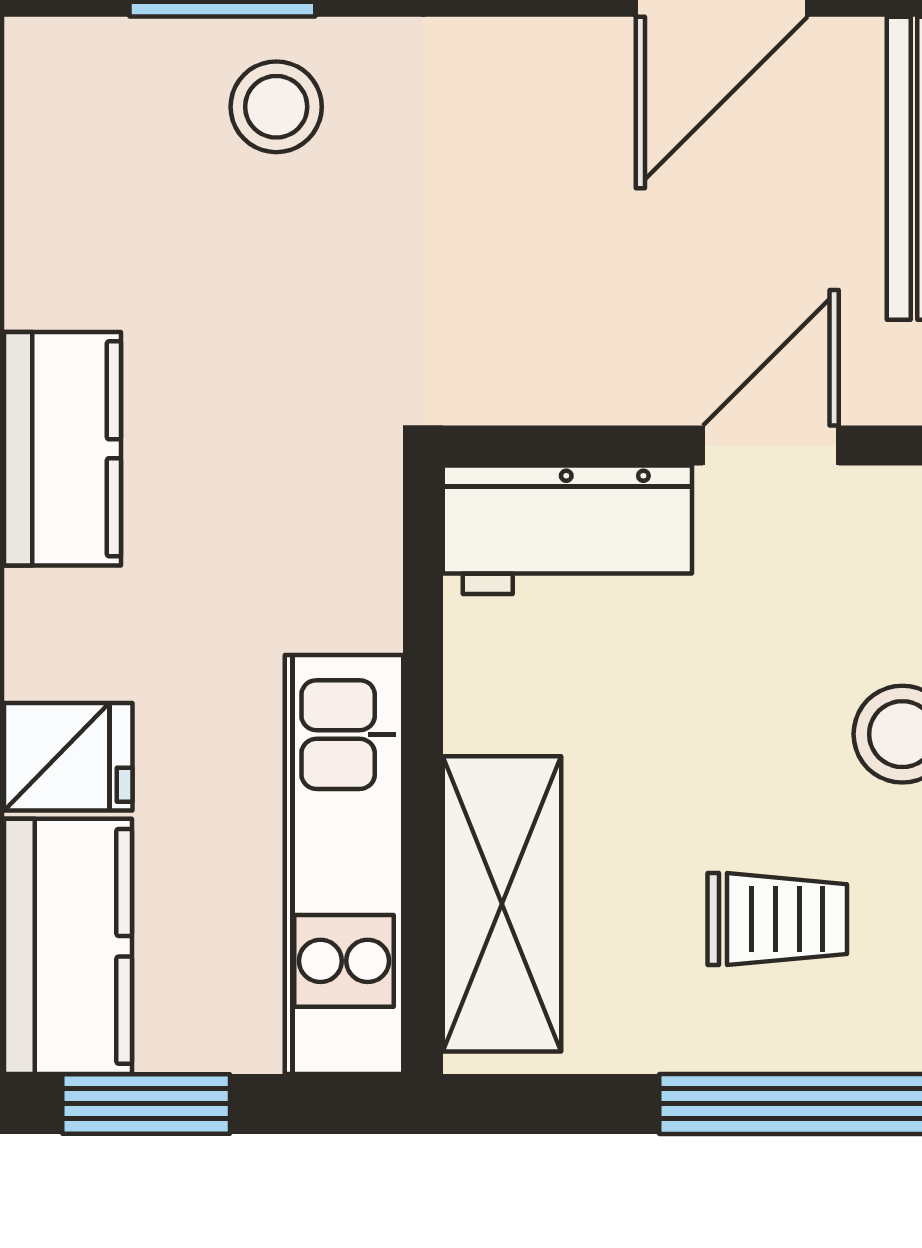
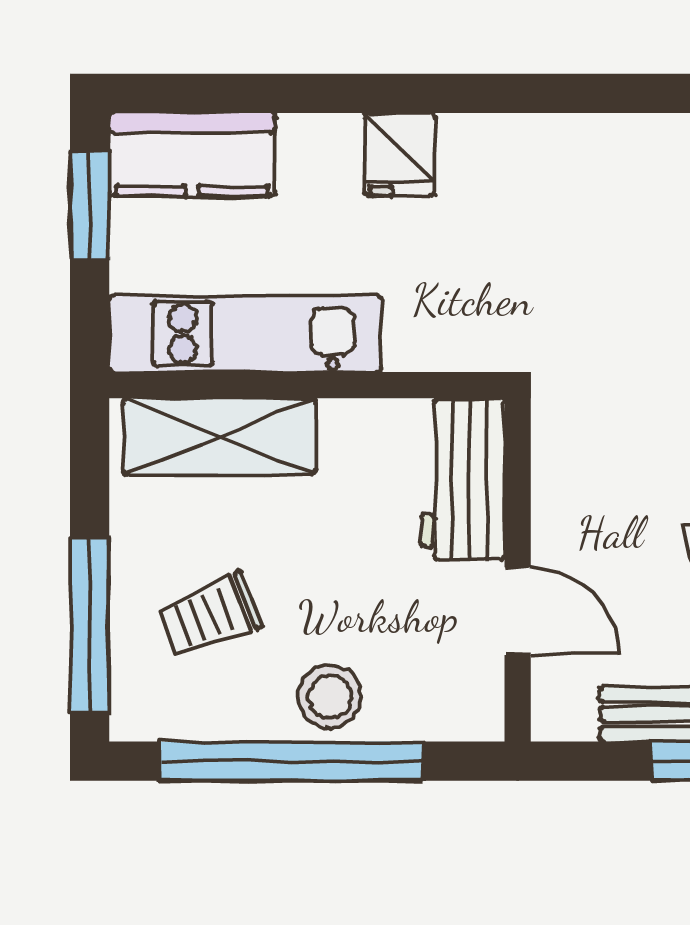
kitchen counter: (62, 449) -> (516, 151), removed
fridge: (68, 757) -> (399, 154), moved
trolley: (777, 919) -> (210, 615), turned 68

